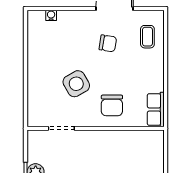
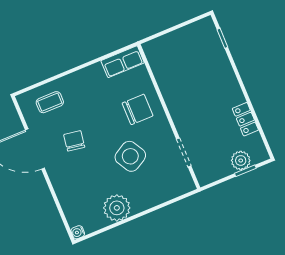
water cooler: (51, 15) -> (78, 232), moved
plant: (39, 55) -> (117, 208), added

